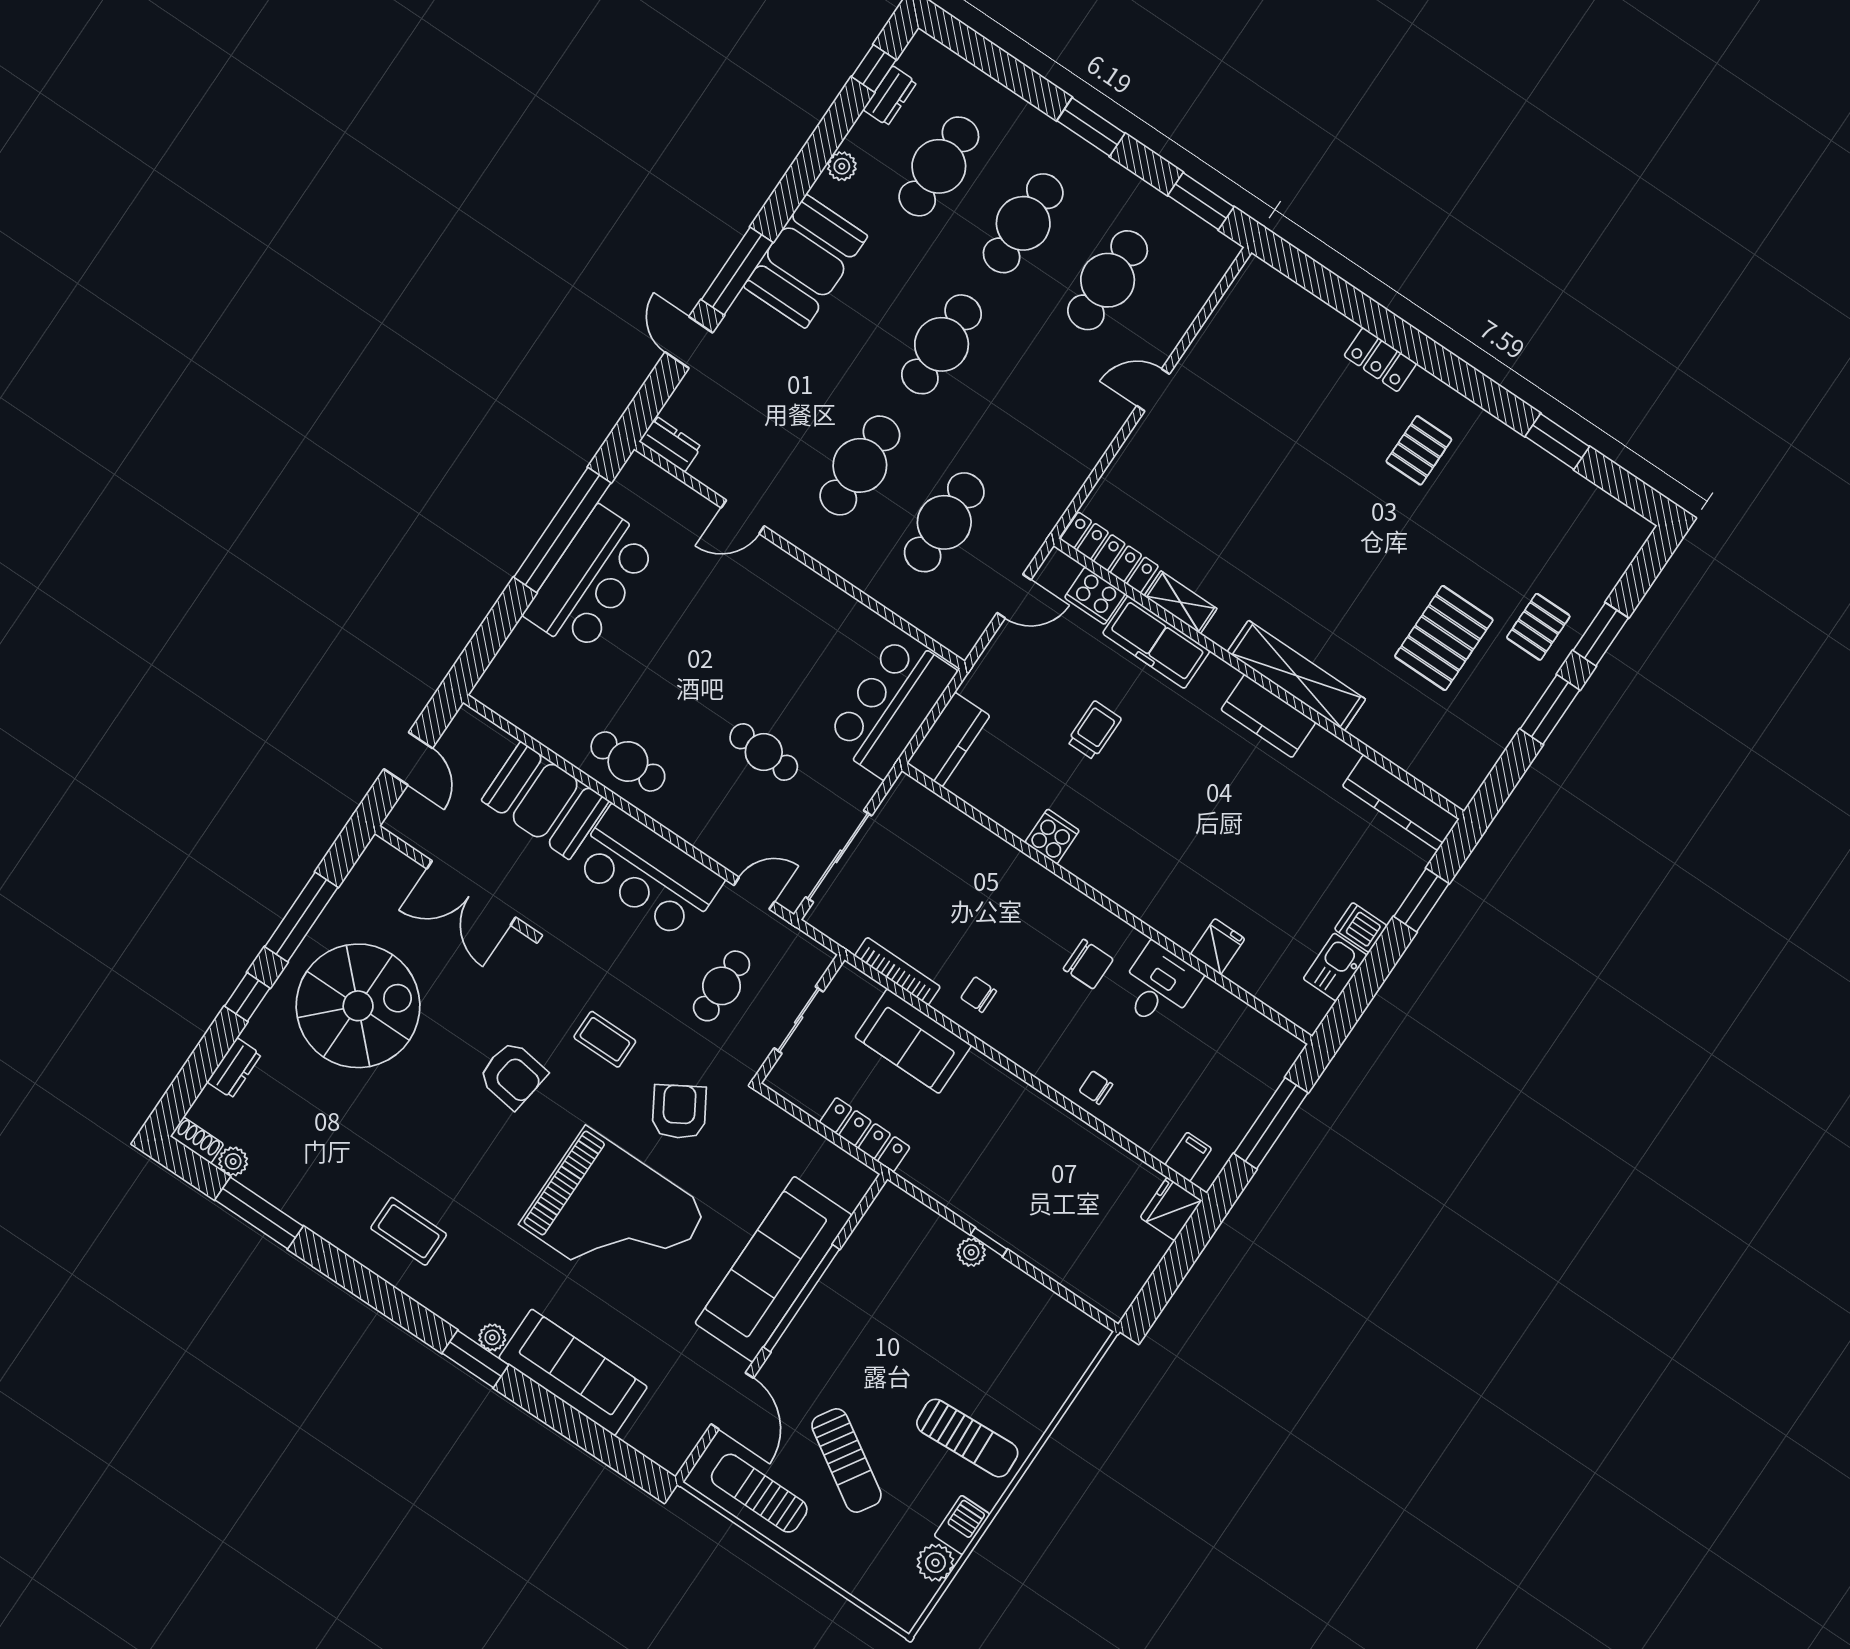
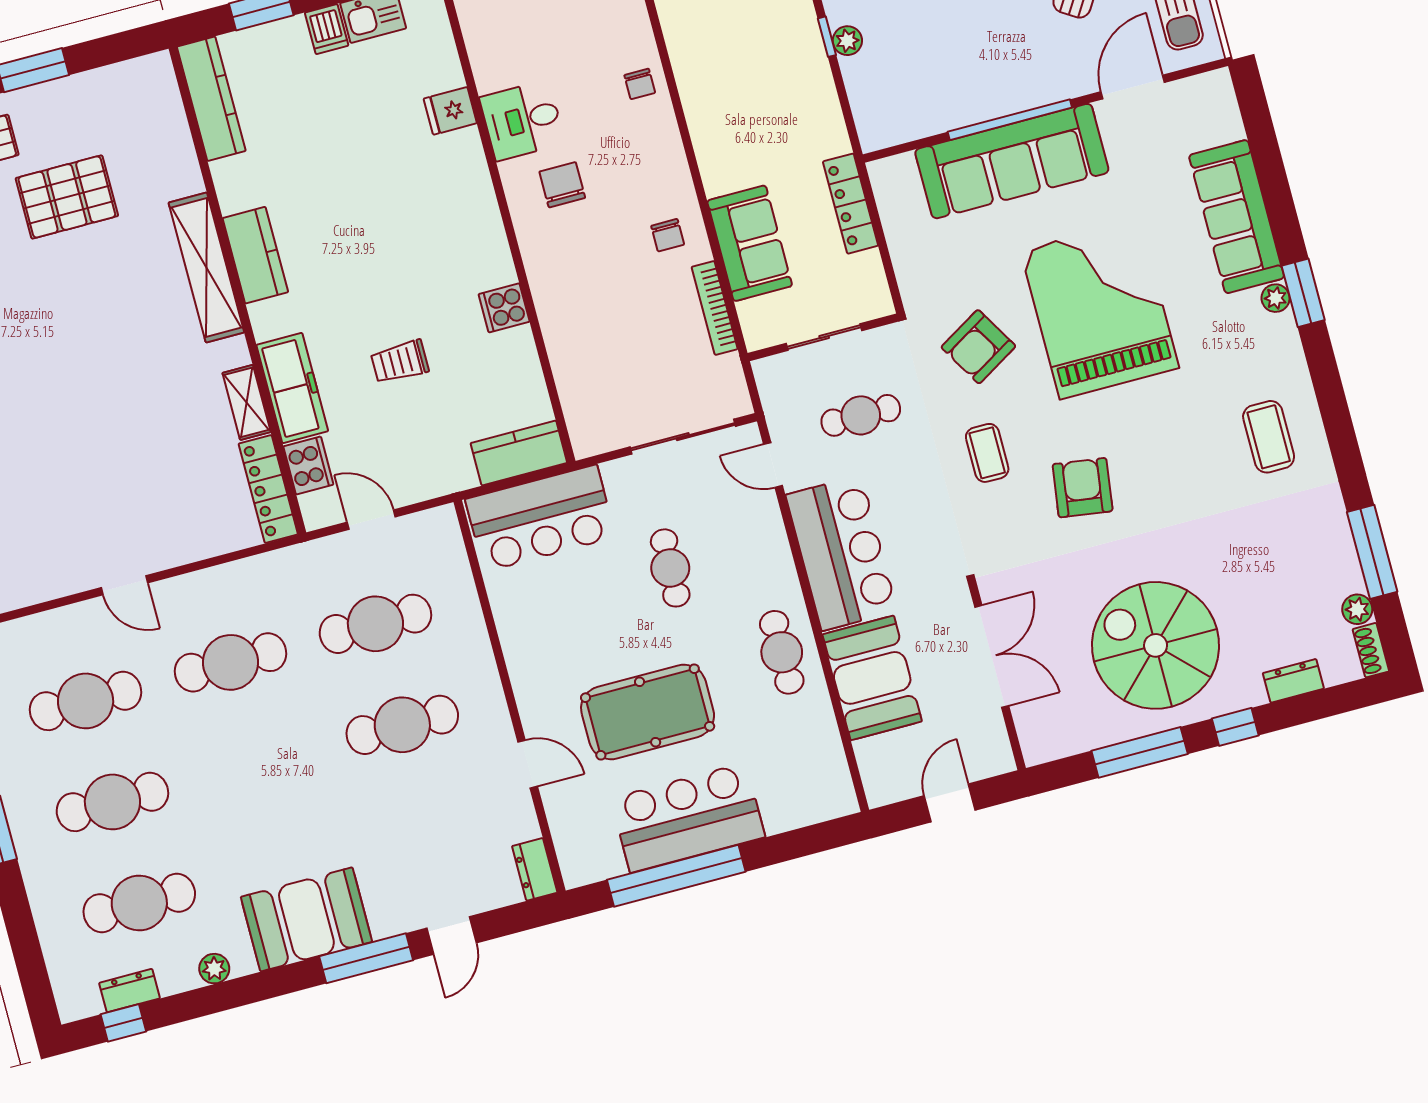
cafe table: (942, 344) -> (230, 662), moved
pool table: (688, 632) -> (648, 712), added

